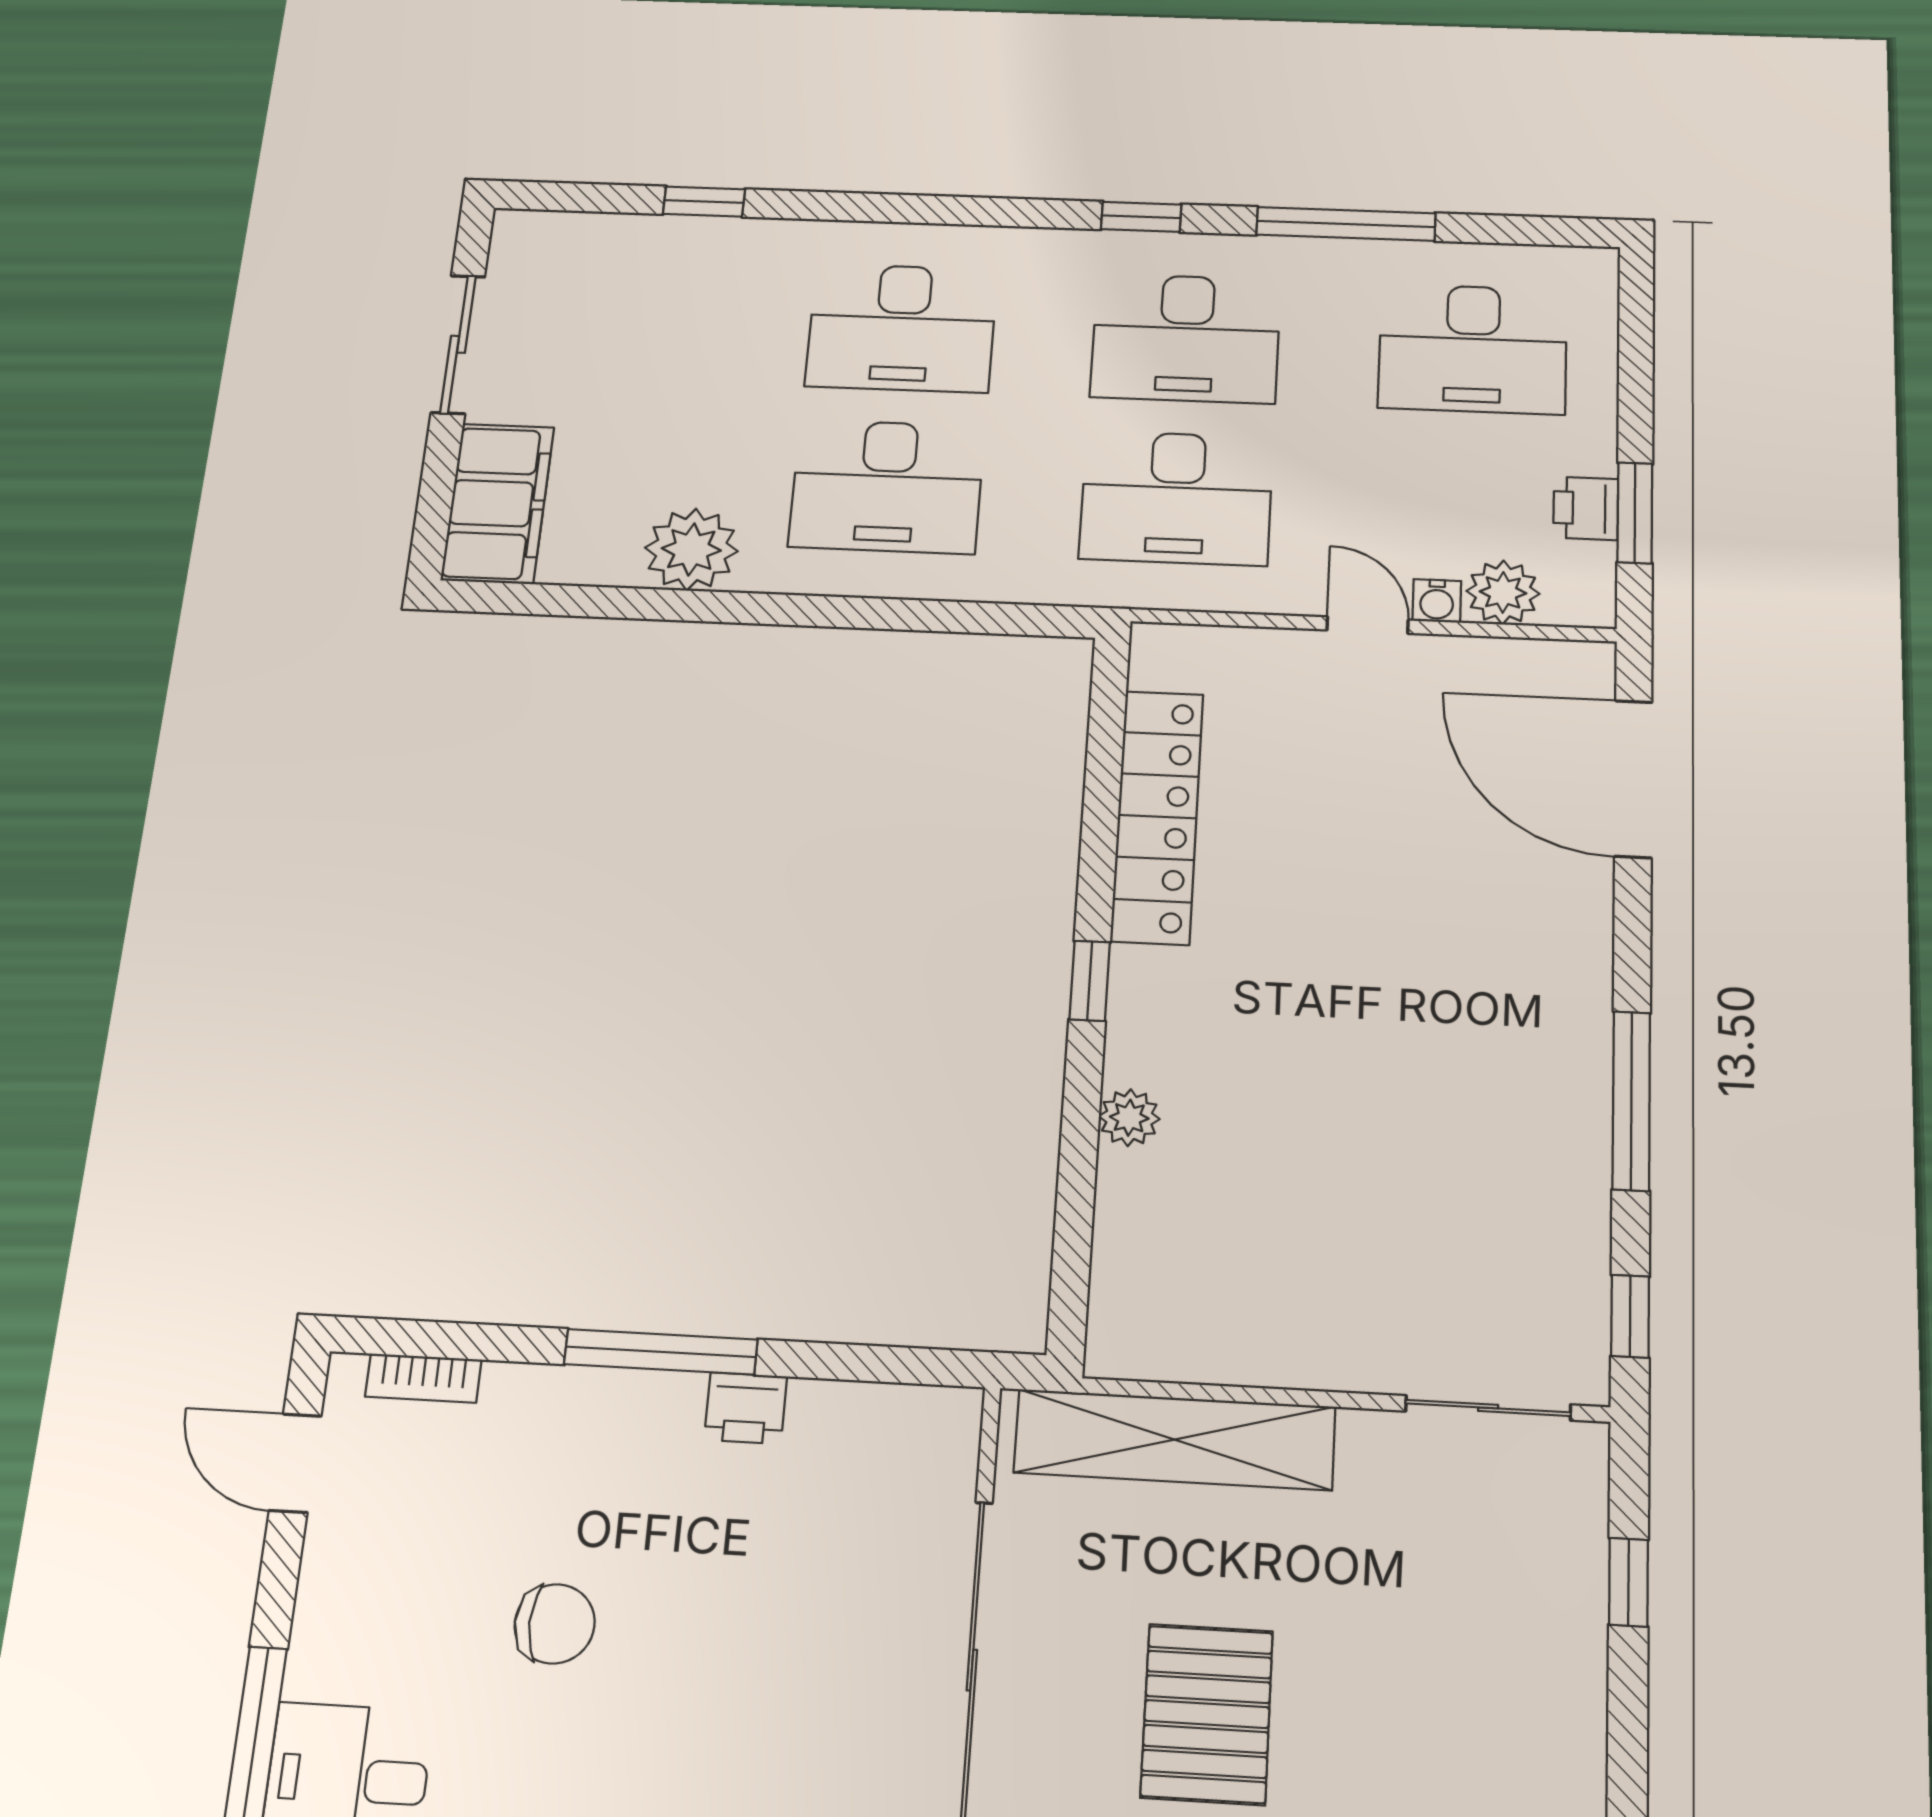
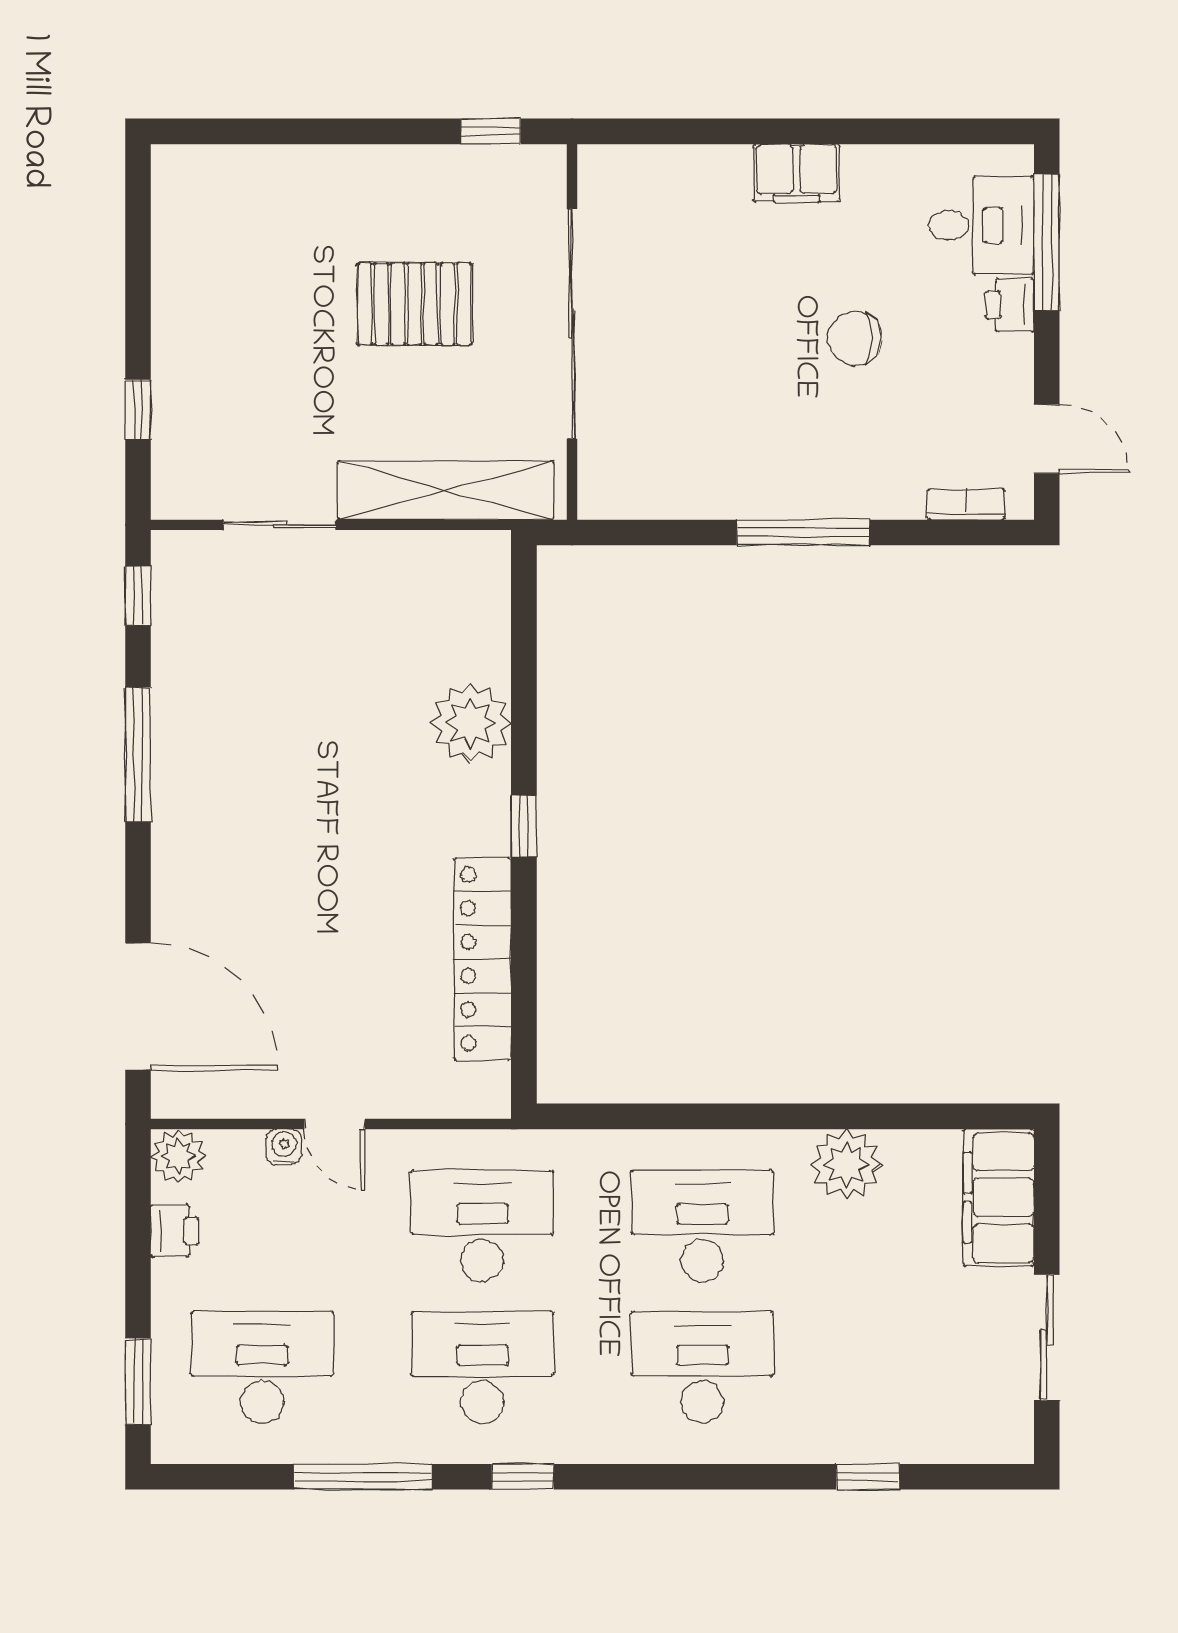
window: (1635, 513) -> (138, 1381), moved
plant: (1503, 592) -> (178, 1156), moved
plant: (1129, 1118) -> (471, 723), width x1.87, depth x1.87
printer: (746, 1408) -> (1010, 305), moved, turned -90
sliding door: (1488, 1408) -> (280, 525), moved
pallet: (1207, 1714) -> (414, 304), turned 90

